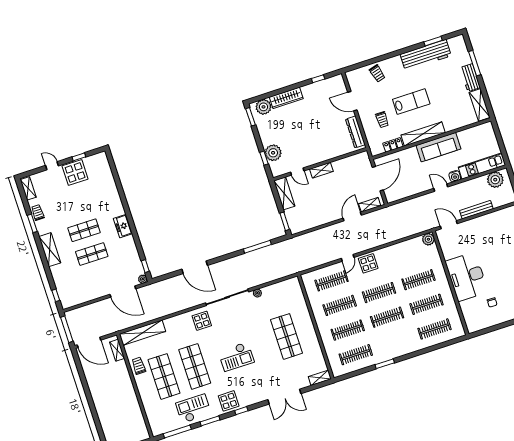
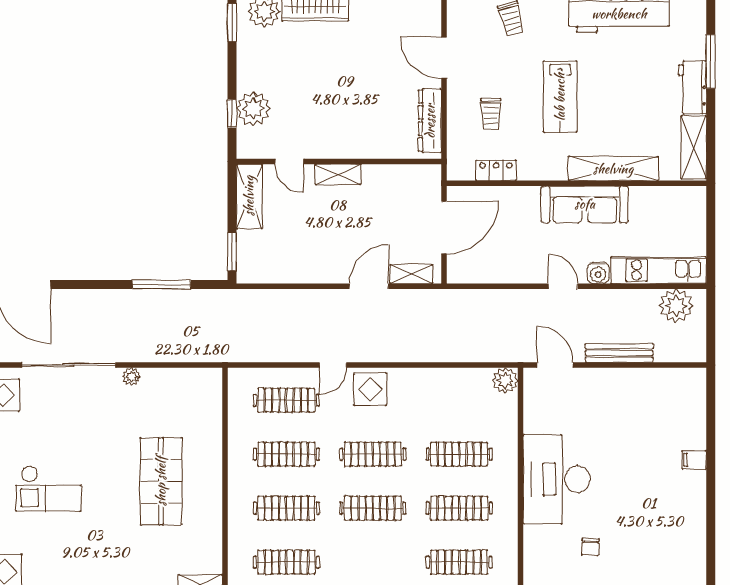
lab bench: (411, 102) -> (560, 97), turned 90
shelving: (423, 134) -> (613, 169), moved

